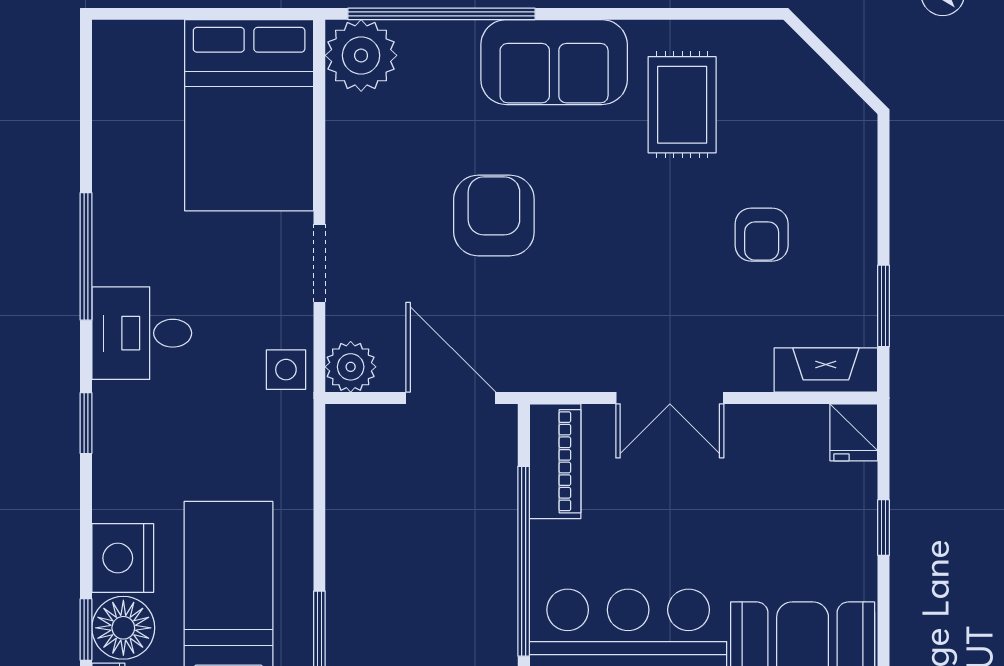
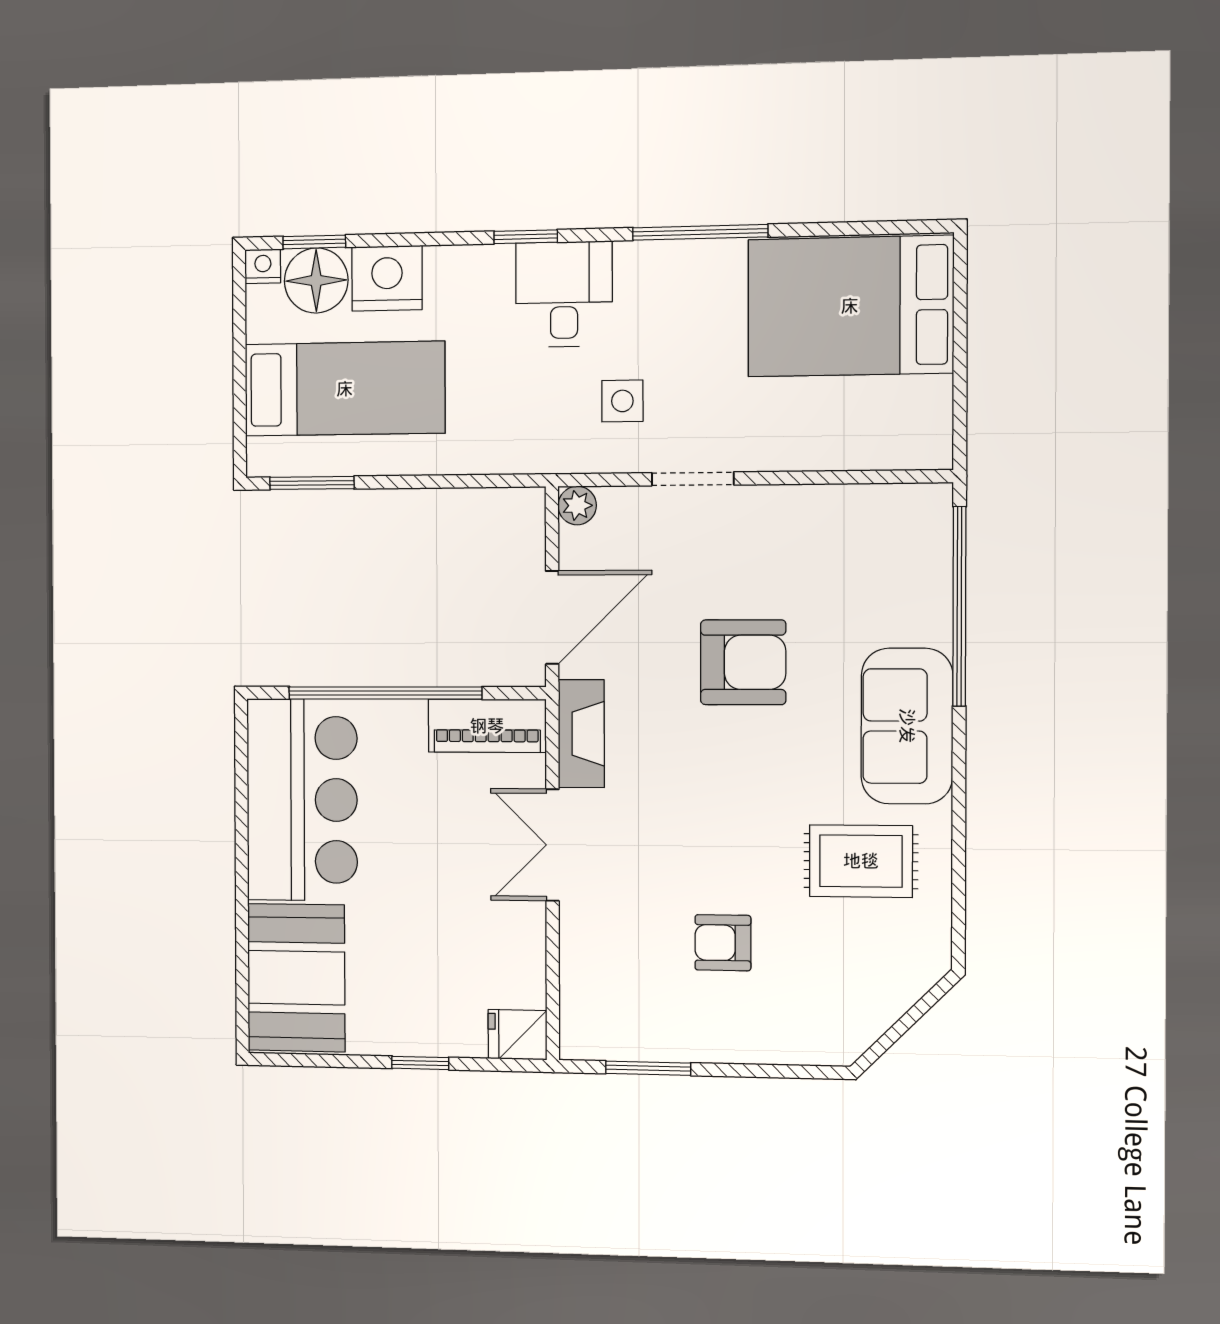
plant: (361, 55) -> (914, 521), removed
bed: (249, 115) -> (850, 306), moved
desk: (142, 333) -> (564, 294), moved
plant: (351, 367) -> (577, 505), width x0.73, depth x0.73
side table: (286, 370) -> (622, 401), moved
fireplace: (826, 370) -> (581, 734), moved

